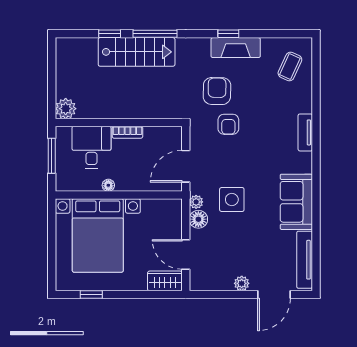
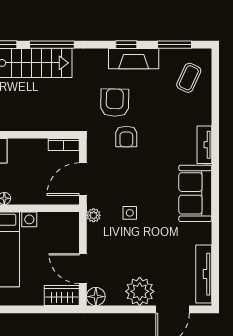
window: (276, 34) -> (174, 45), added
bookcase: (127, 132) -> (64, 145), moved
side table: (232, 200) -> (130, 213), width x0.54, depth x0.54
sofa: (296, 202) -> (195, 193), moved
floor lamp: (198, 219) -> (96, 297), moved
plant: (242, 283) -> (140, 291), width x1.88, depth x1.88

